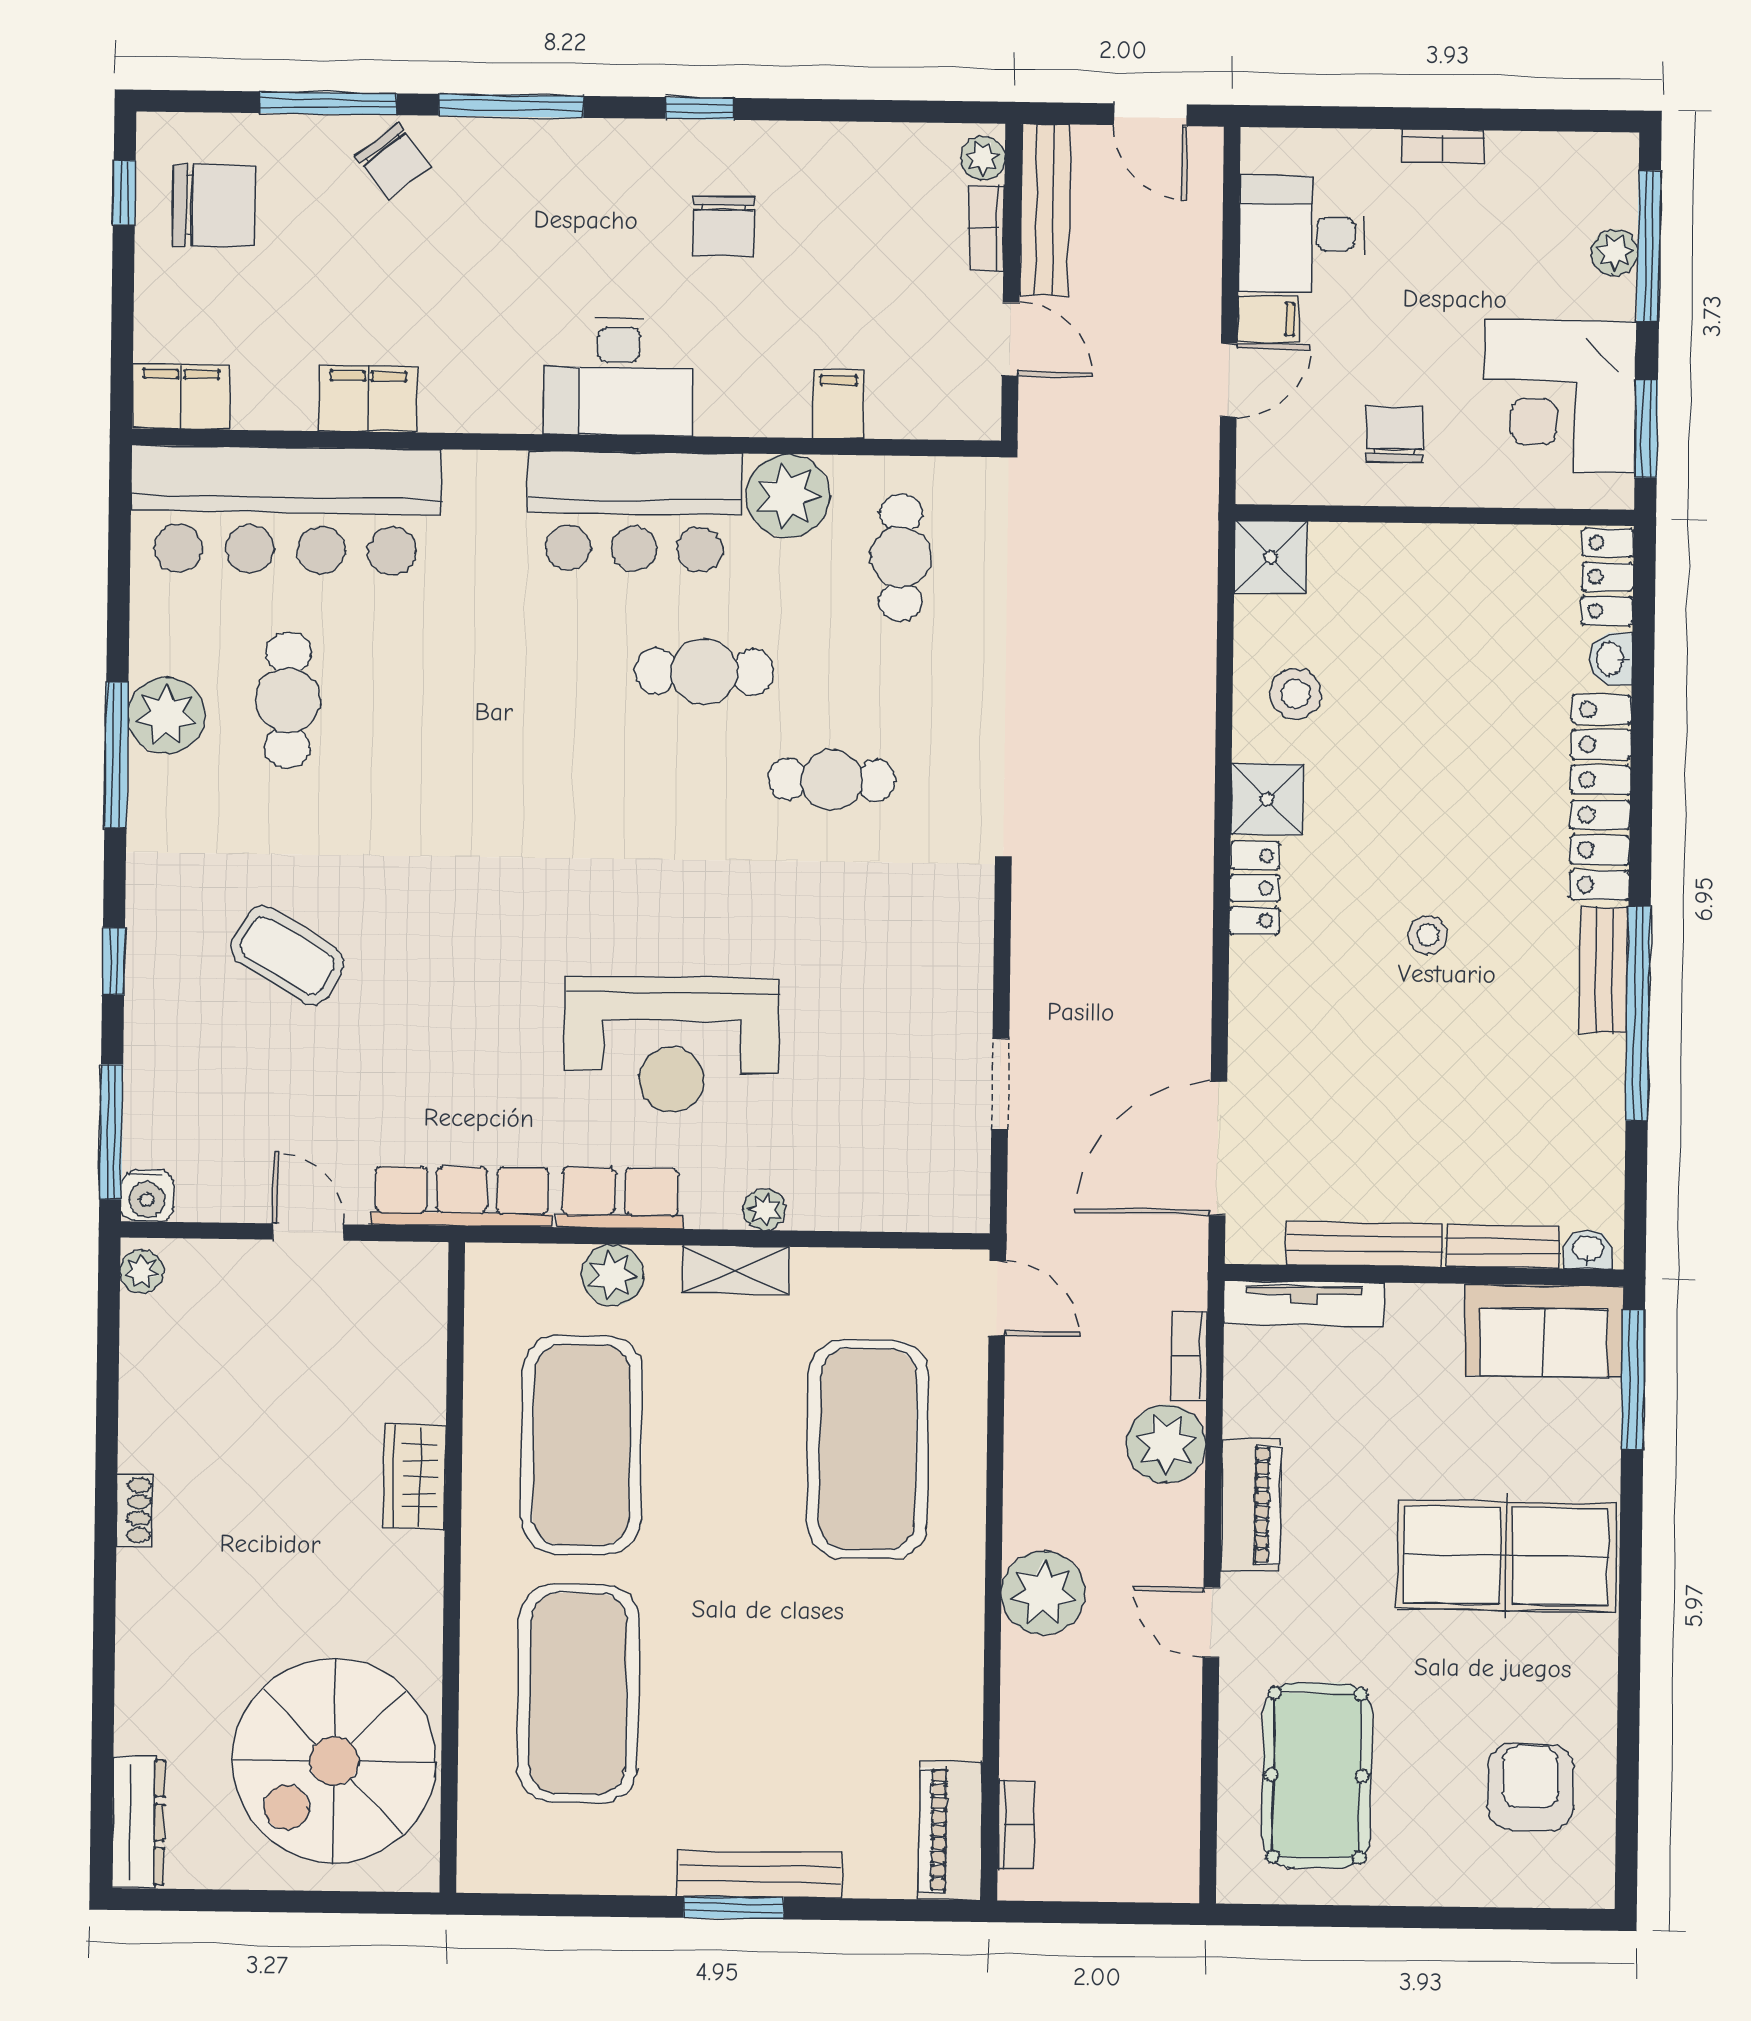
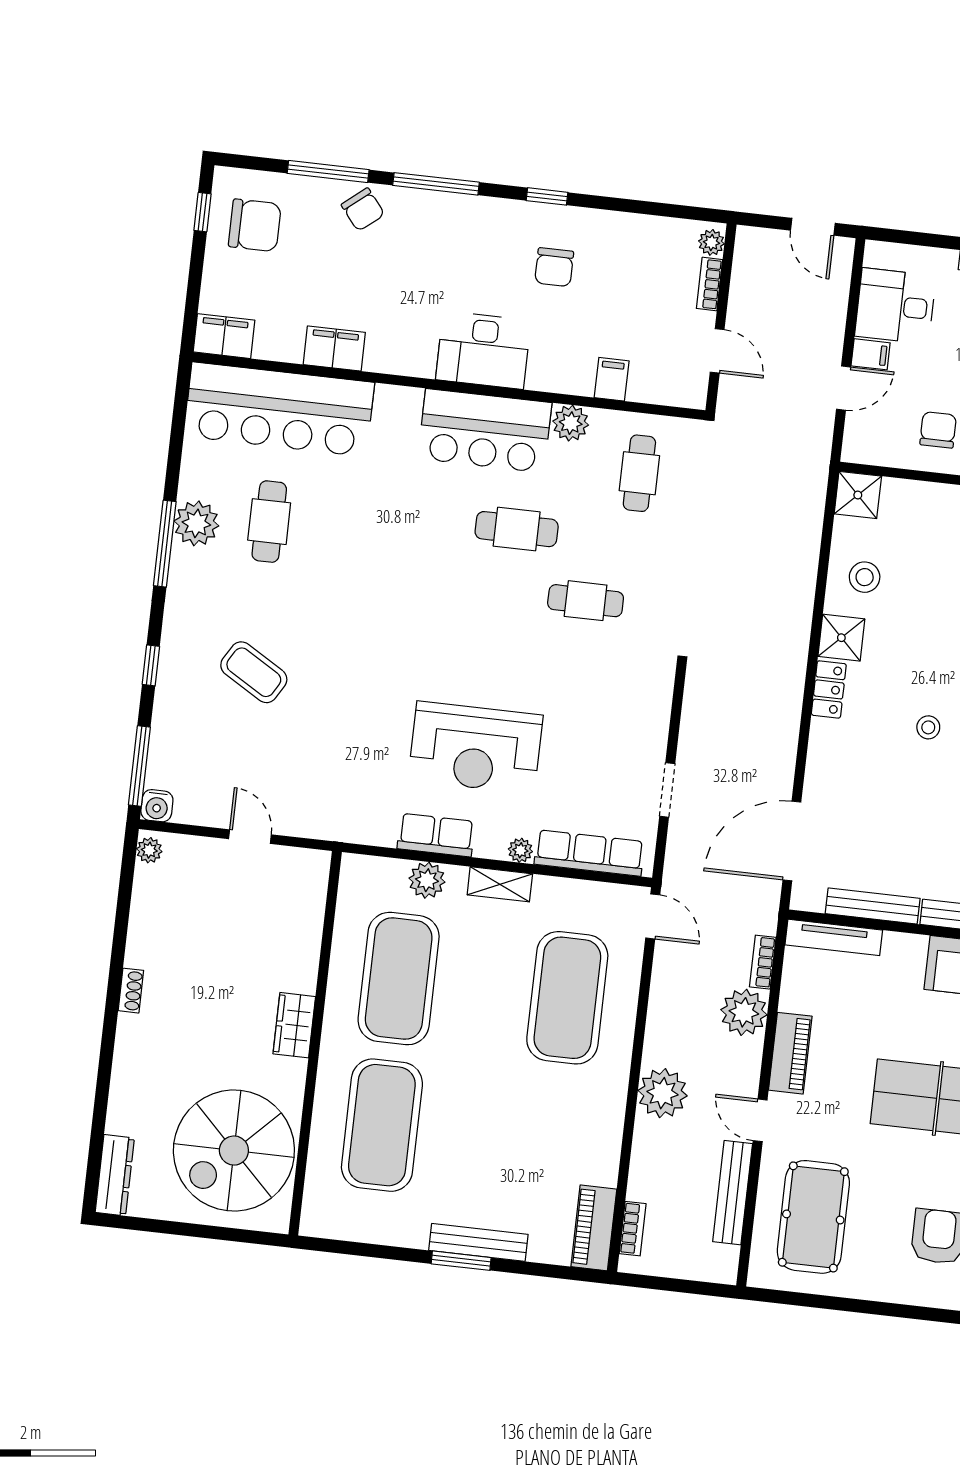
bench: (1045, 210) -> (733, 1193), moved
plant: (788, 496) -> (571, 423), width x0.73, depth x0.73
row of seats: (462, 1197) -> (589, 853), moved
wardrobe: (415, 1476) -> (294, 1025), moved

